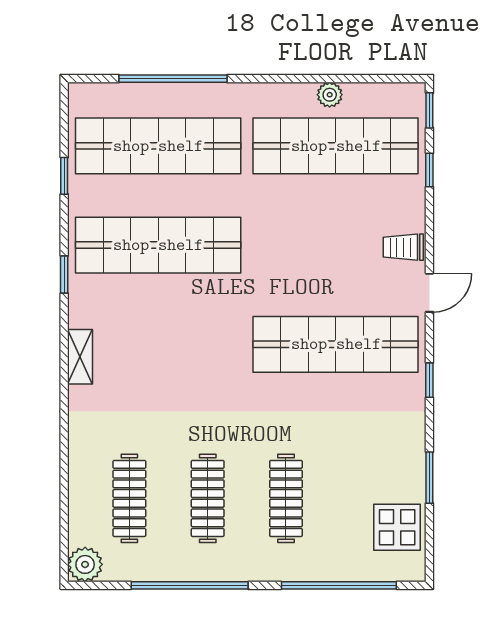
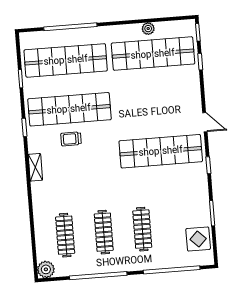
trolley: (403, 247) -> (71, 139), moved
door: (429, 293) -> (205, 122), hinge flipped

